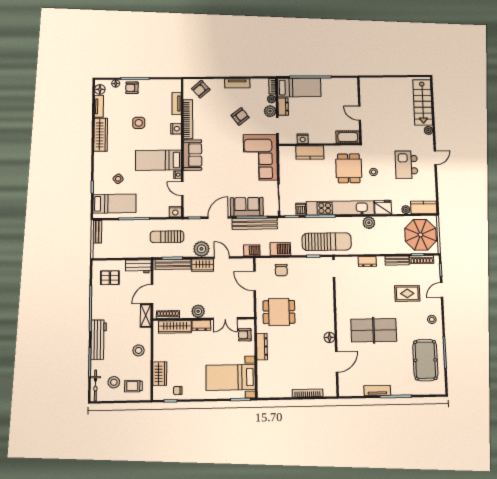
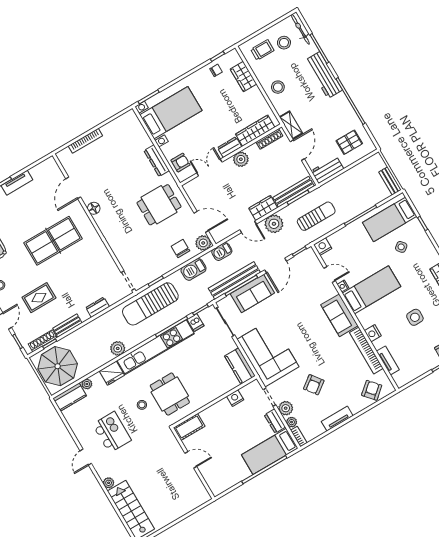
kitchen counter: (310, 153) -> (240, 366), moved, turned -90
plant: (262, 265) -> (203, 243), added

